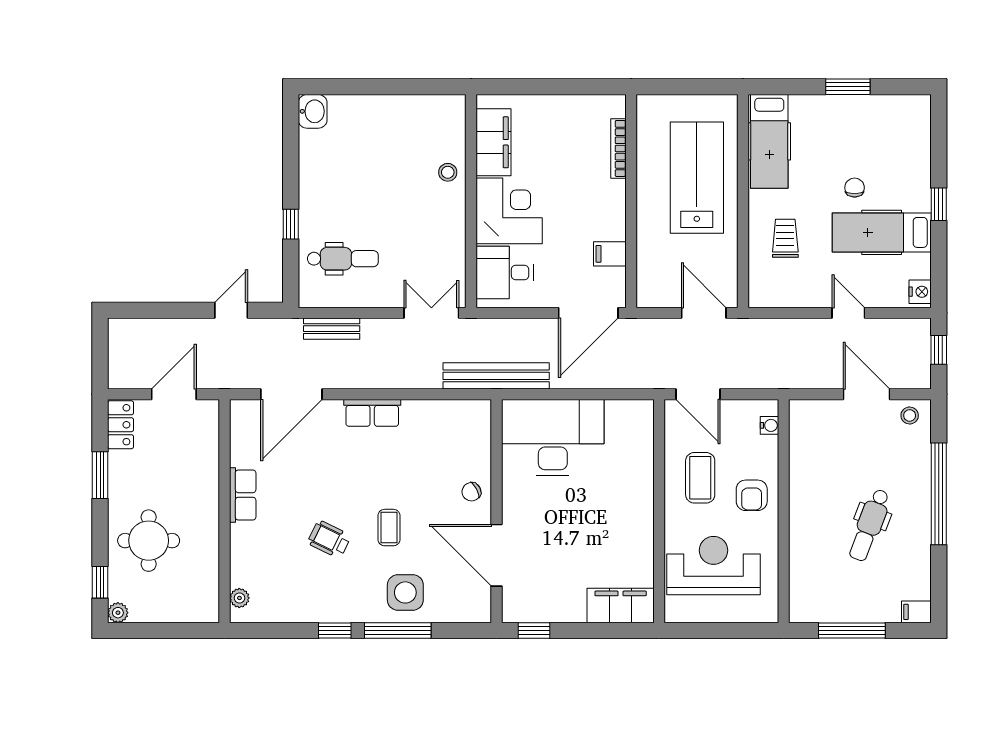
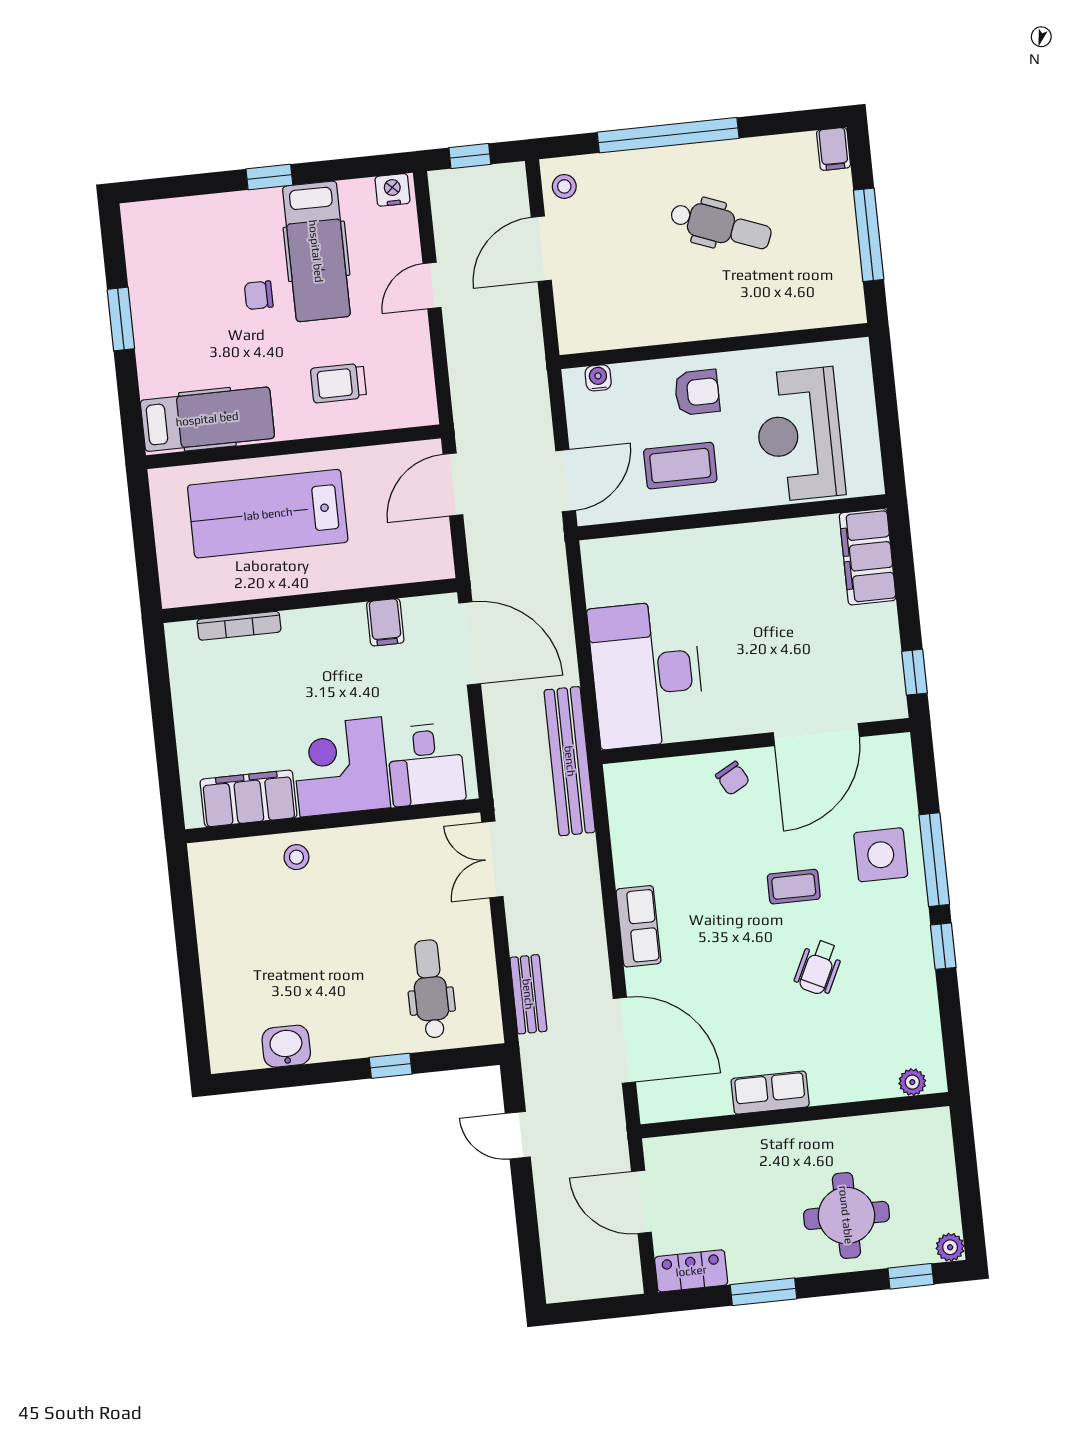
washbasin: (313, 111) -> (286, 1046), moved

